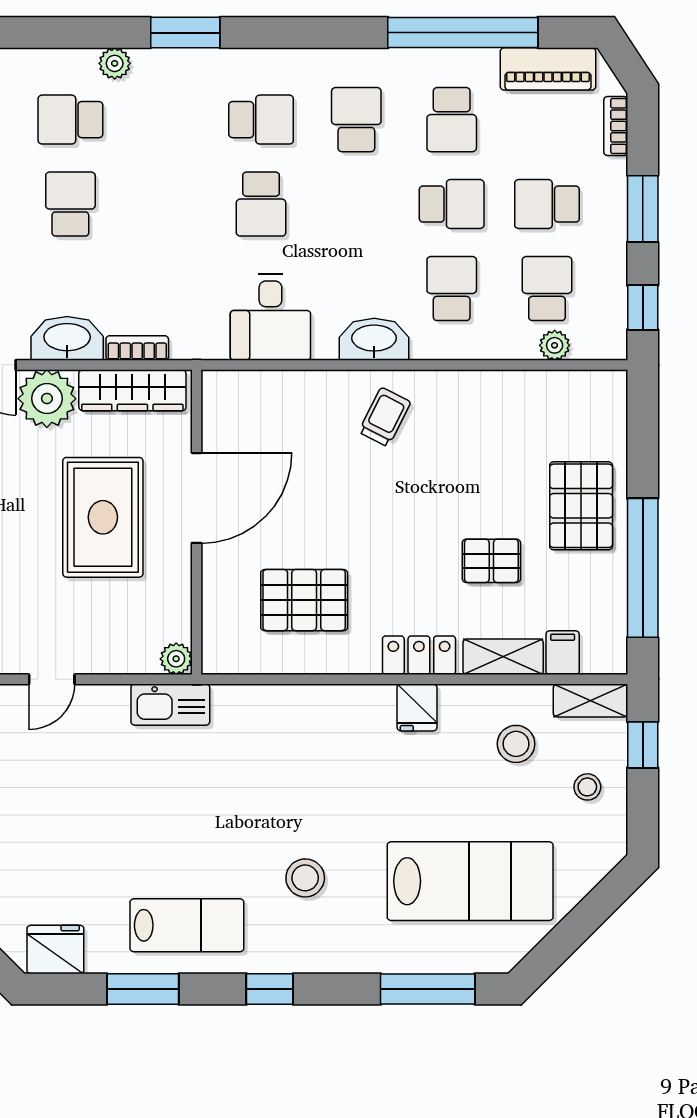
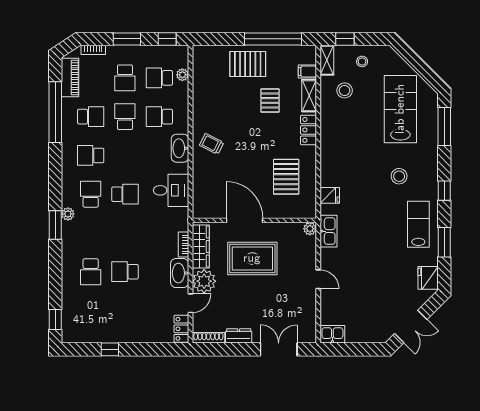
plant: (115, 63) -> (68, 214), moved
fridge: (417, 707) -> (330, 195), moved

